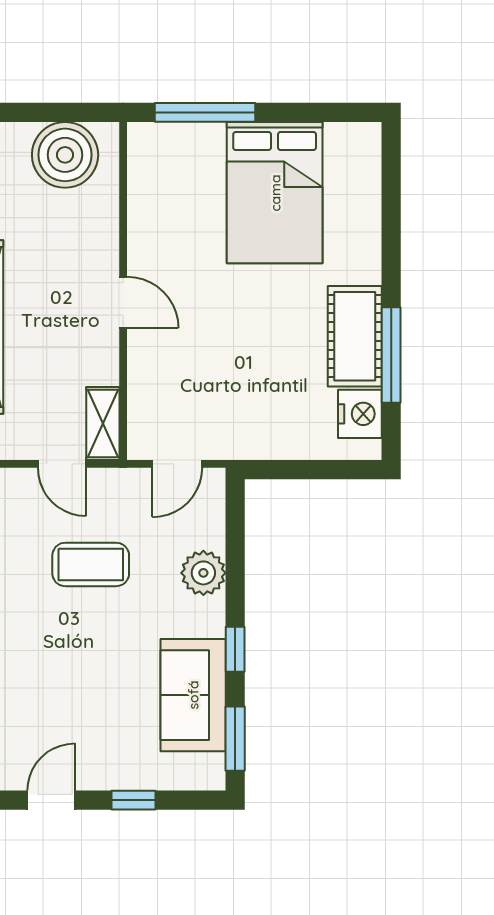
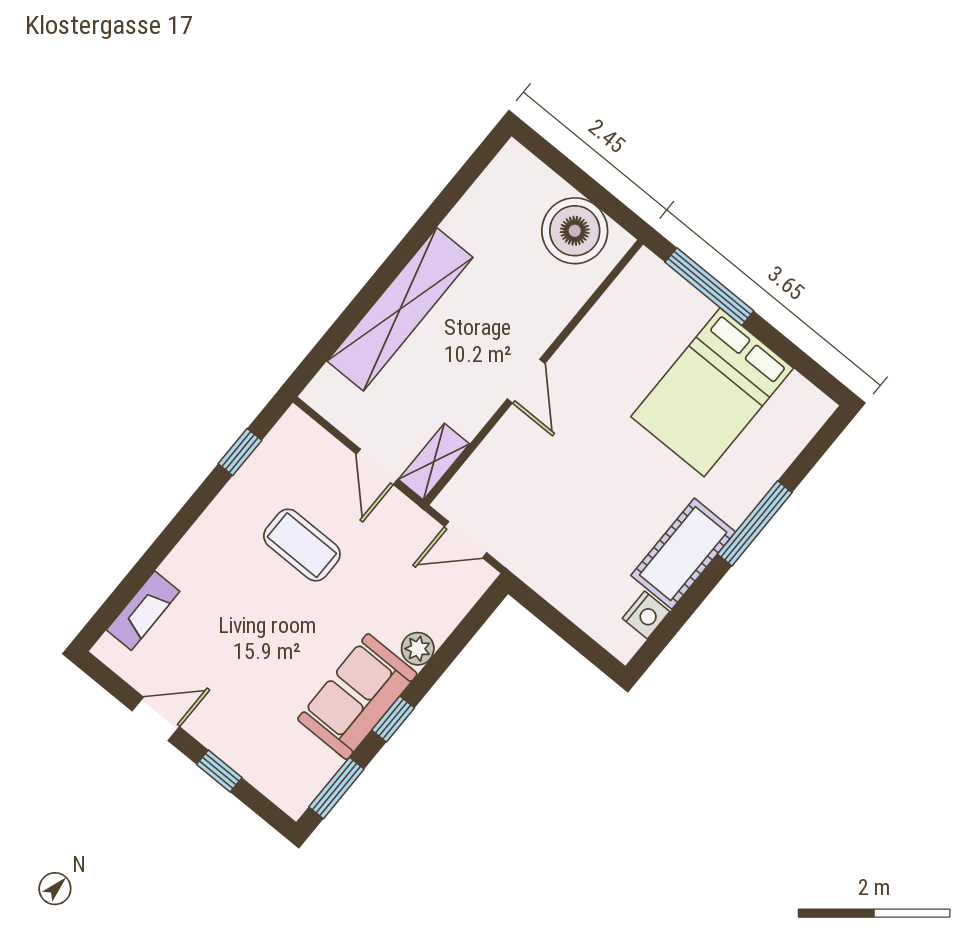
window: (391, 355) -> (755, 523), moved
nightstand: (360, 414) -> (646, 615), width x0.74, depth x0.75
coffee table: (91, 564) -> (302, 545), moved
plant: (203, 573) -> (418, 649), width x0.73, depth x0.73
sofa: (193, 695) -> (357, 697), moved

